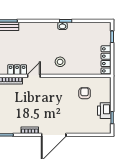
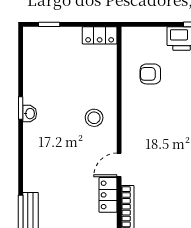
locker: (106, 60) -> (100, 35), width x0.66
door: (34, 76) -> (119, 165), hinge flipped

